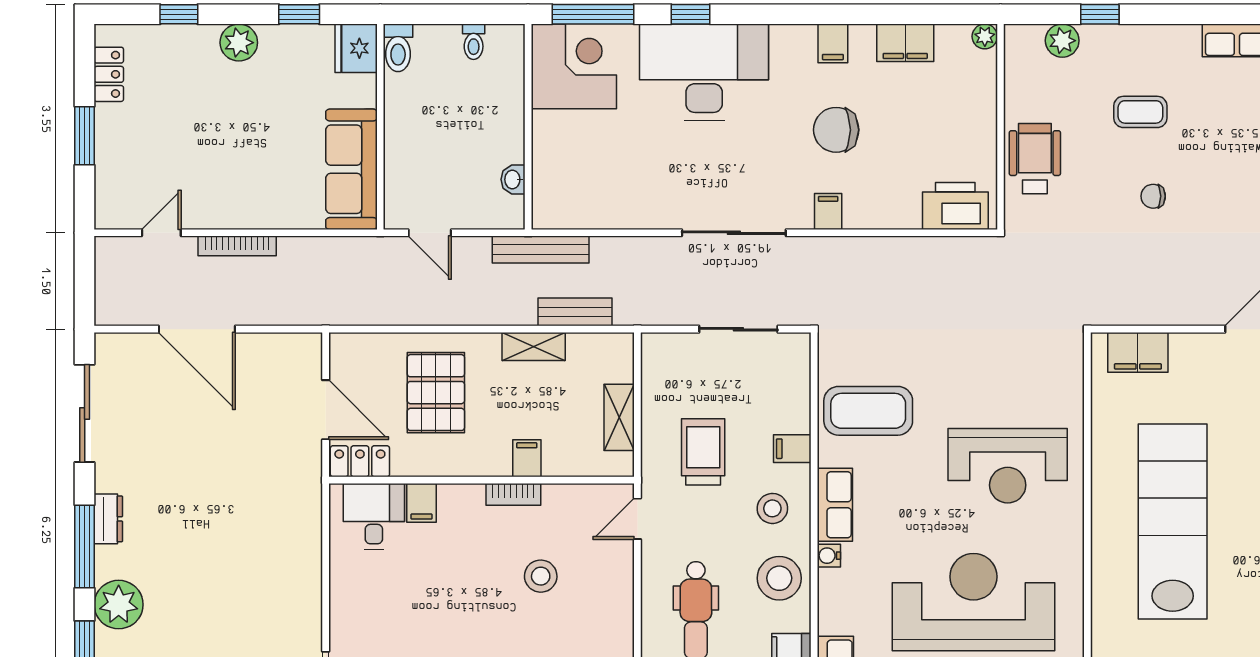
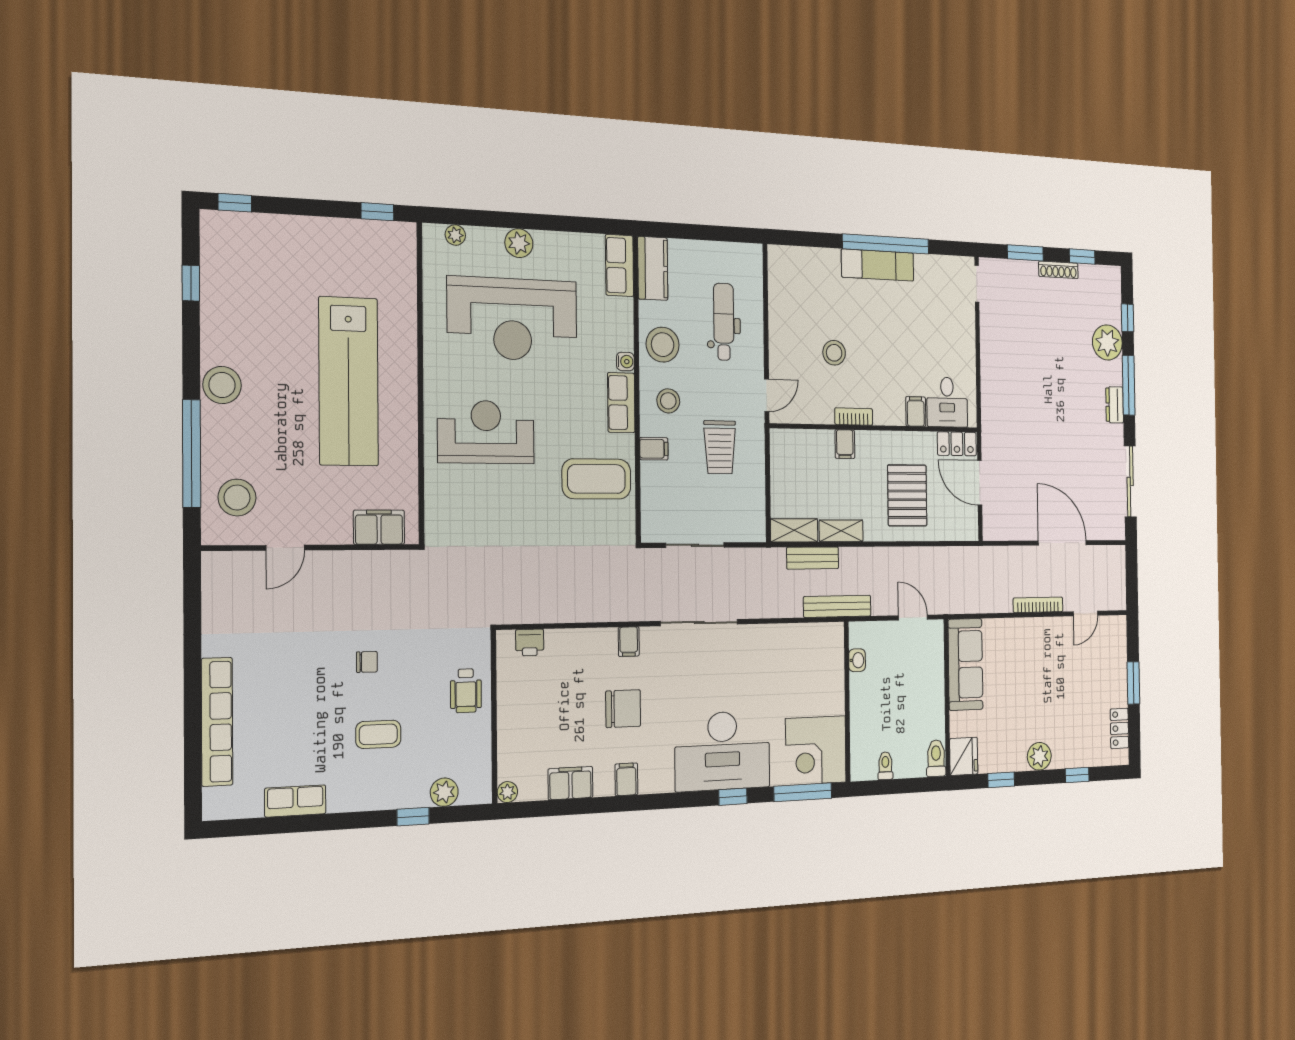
wheelchair: (1035, 159) -> (466, 691), width x0.73, depth x0.73
printer: (955, 206) -> (530, 642), width x0.53, depth x0.68
shelving: (619, 417) -> (794, 530), moved, turned 90

